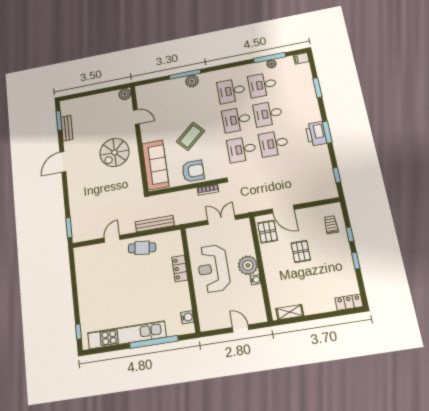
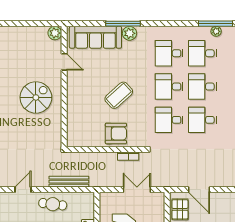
spiral stairs: (114, 152) -> (36, 97), turned 180
sofa: (155, 165) -> (95, 37), moved, turned 90

